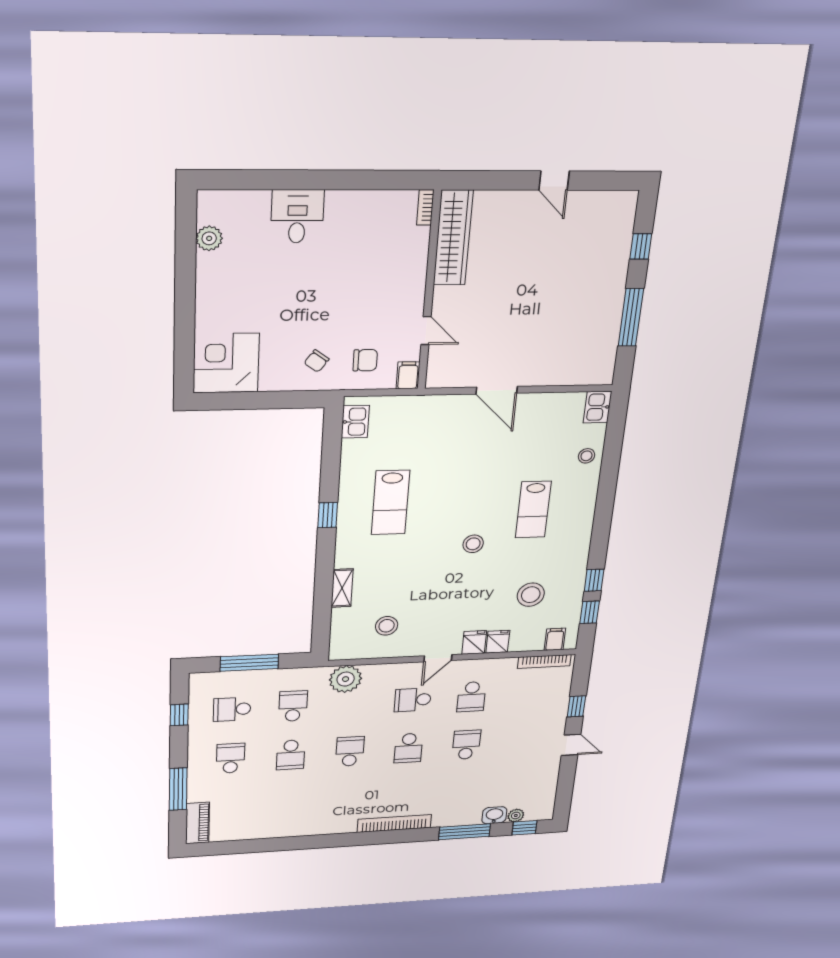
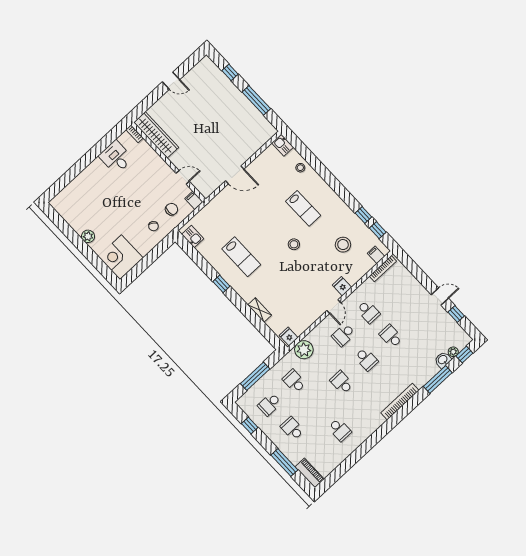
desk: (297, 216) -> (116, 157), moved
plant: (209, 238) -> (88, 236), moved
stool: (387, 626) -> (296, 311), removed
fridge: (498, 642) -> (289, 337), moved
window: (576, 706) -> (456, 314), moved
school desk: (291, 755) -> (340, 430), moved

